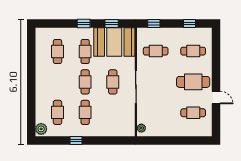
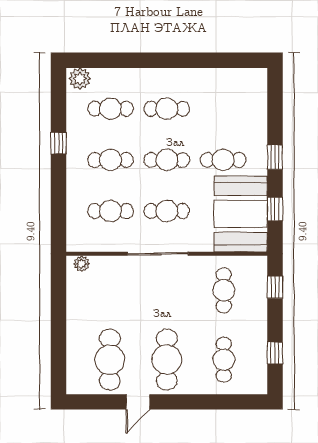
cafe table: (57, 51) -> (167, 109), moved
cafe table: (113, 112) -> (110, 211), added
cafe table: (193, 113) -> (110, 360), width x1.37, depth x1.35

